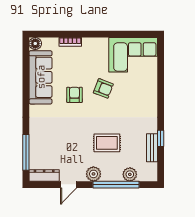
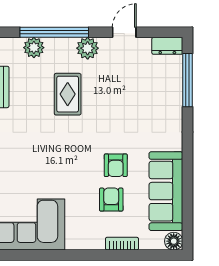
armchair: (103, 88) -> (111, 200), moved, turned 69
rug: (107, 143) -> (68, 94), turned 90
dresser: (44, 176) -> (167, 46), width x0.70

